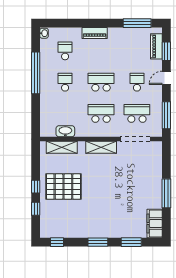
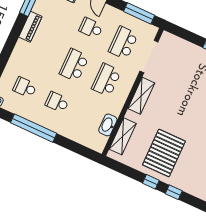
piano: (95, 33) -> (30, 27), moved

